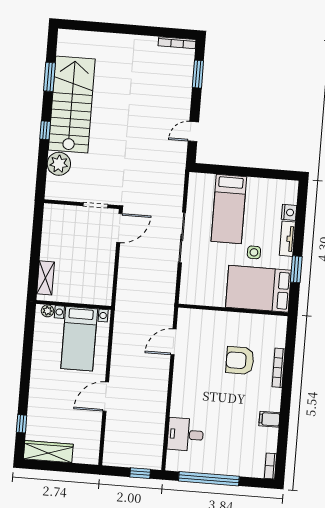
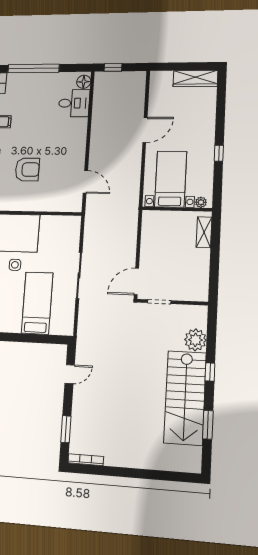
door: (174, 342) -> (85, 182), hinge flipped
window: (22, 424) -> (219, 153), moved
floor lamp: (174, 459) -> (84, 82), added
window: (209, 479) -> (33, 68), moved

